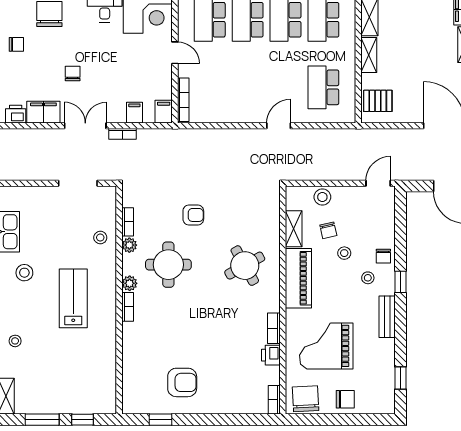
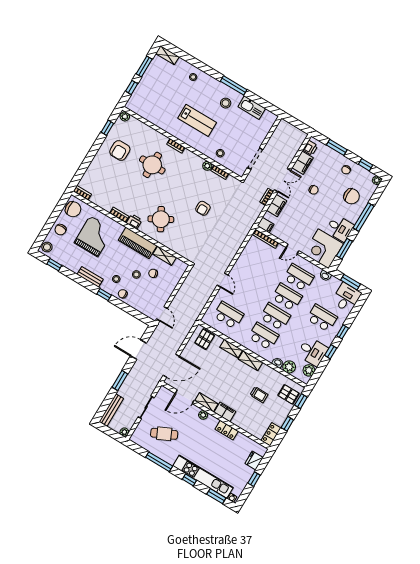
filing cabinet: (134, 113) -> (277, 206), width x2.00
stool: (322, 197) -> (47, 247), moved
round table: (168, 265) -> (152, 165), moved
plant: (130, 283) -> (125, 116), moved
printer: (271, 355) -> (134, 222), moved

